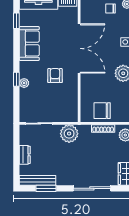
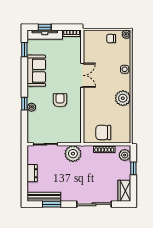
double door: (79, 48) -> (82, 75), width x0.54

